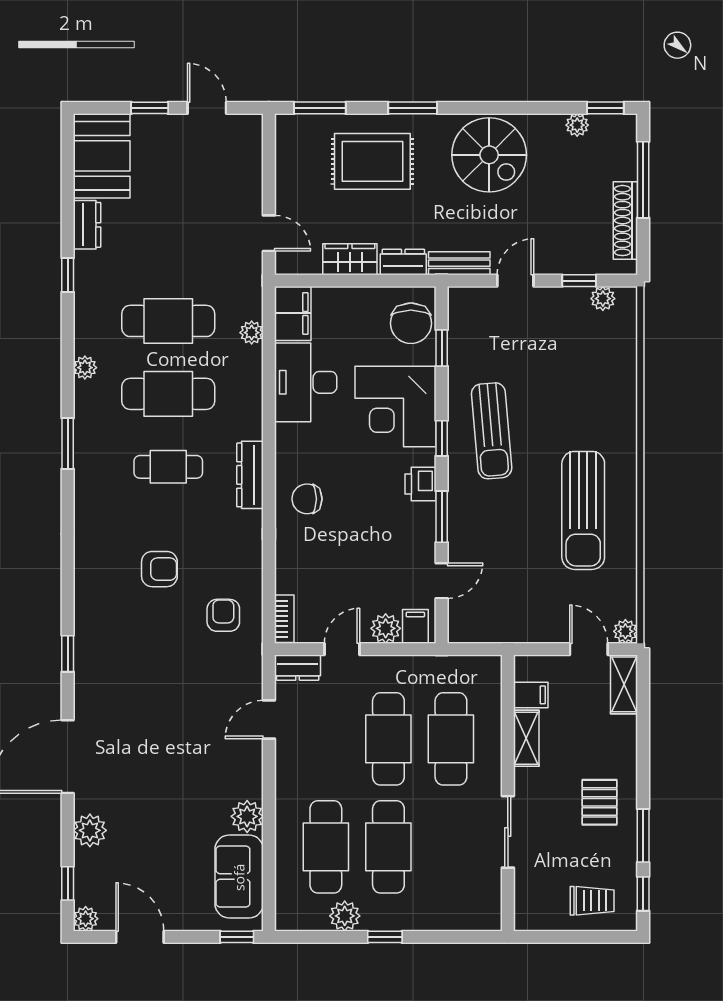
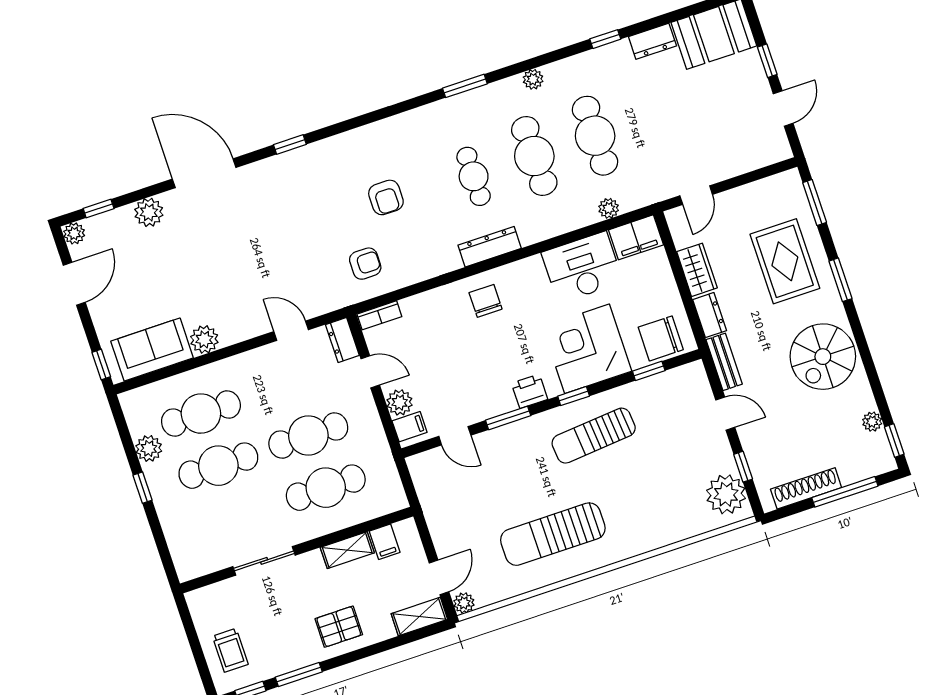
plant: (603, 299) -> (726, 494), width x1.87, depth x1.87
pallet: (599, 802) -> (339, 627), moved

